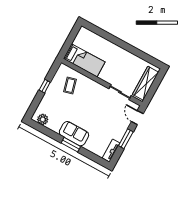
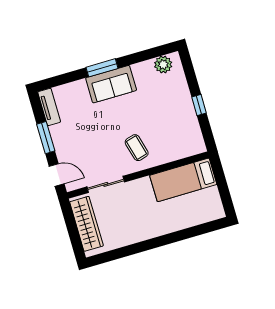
coffee table: (70, 85) -> (137, 148), moved

